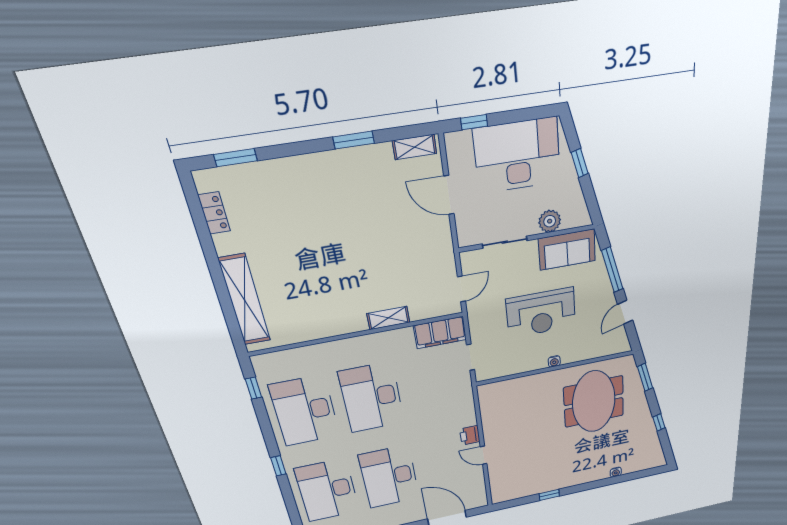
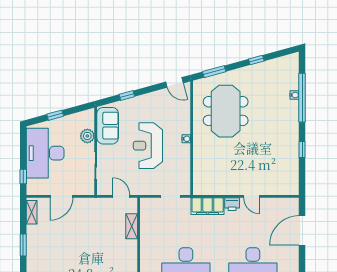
window: (612, 270) -> (127, 95), width x0.46
door: (625, 312) -> (174, 82), moved
reception desk: (541, 313) -> (148, 146), turned 180
shelving: (388, 318) -> (132, 226), moved
filing cabinet: (440, 333) -> (208, 206), moved, turned 90
meeting table: (594, 402) -> (226, 111), turned 90
door: (484, 455) -> (252, 196), hinge flipped
window: (613, 481) -> (302, 98), added

